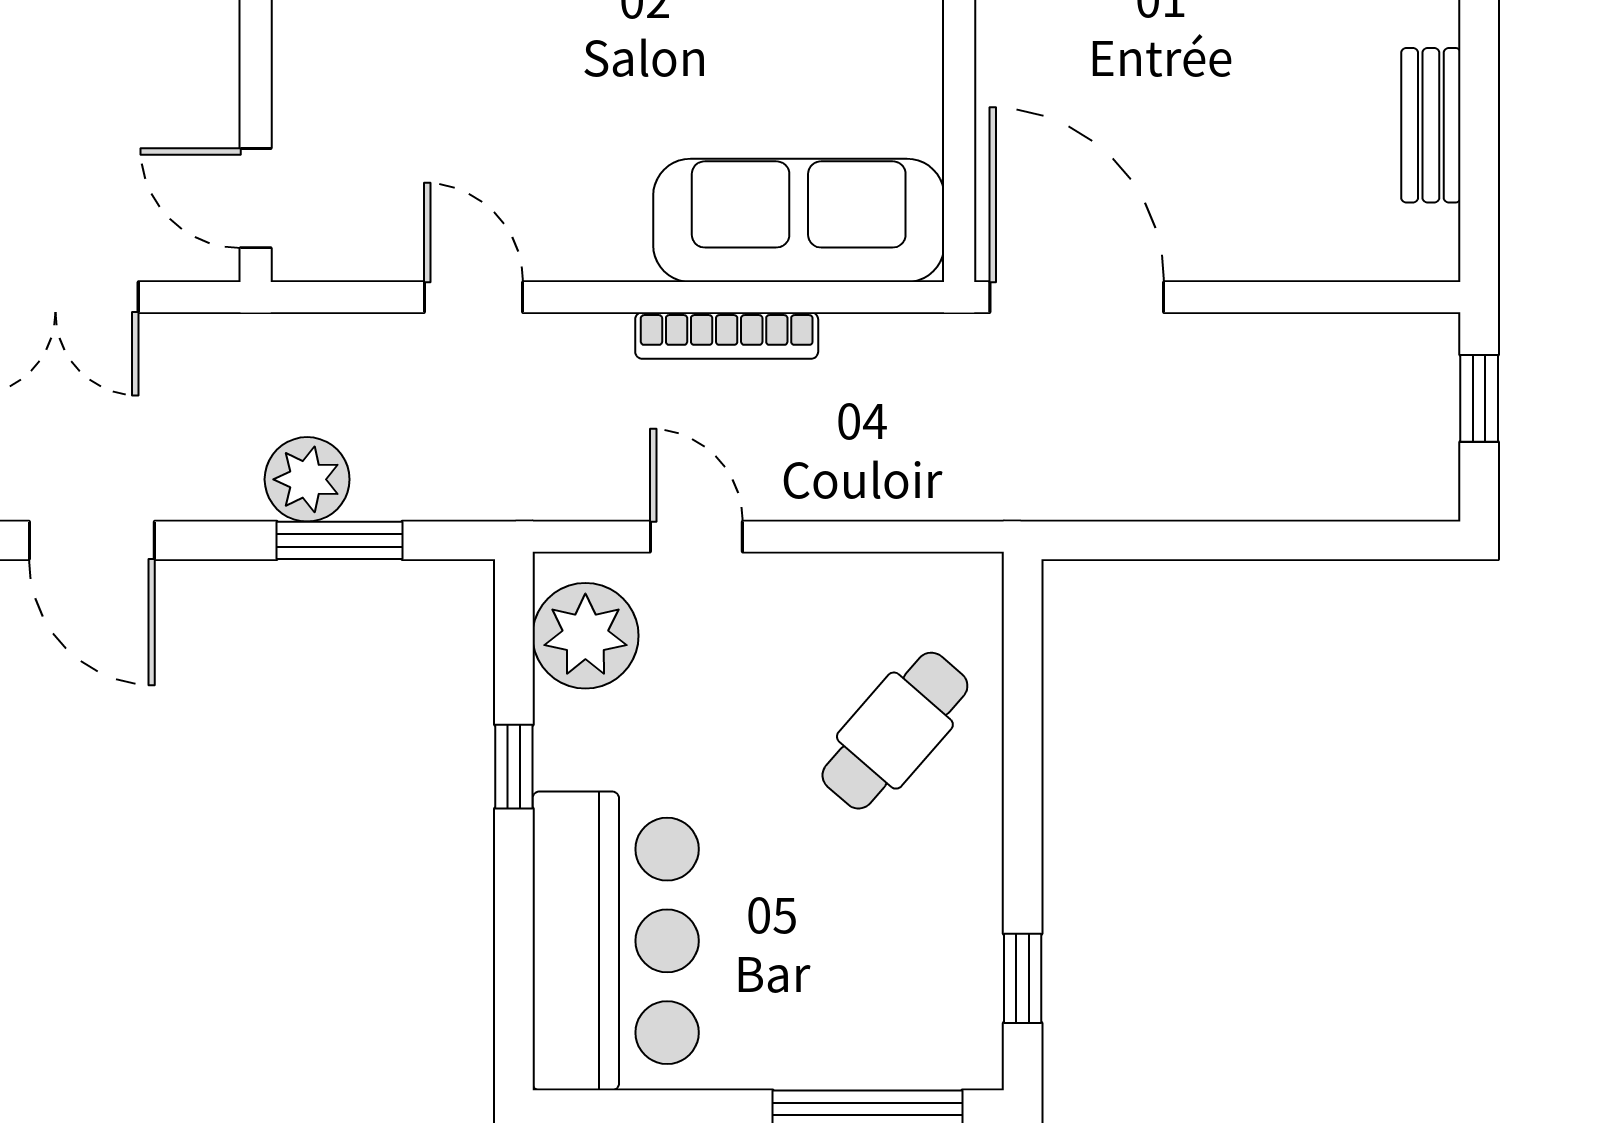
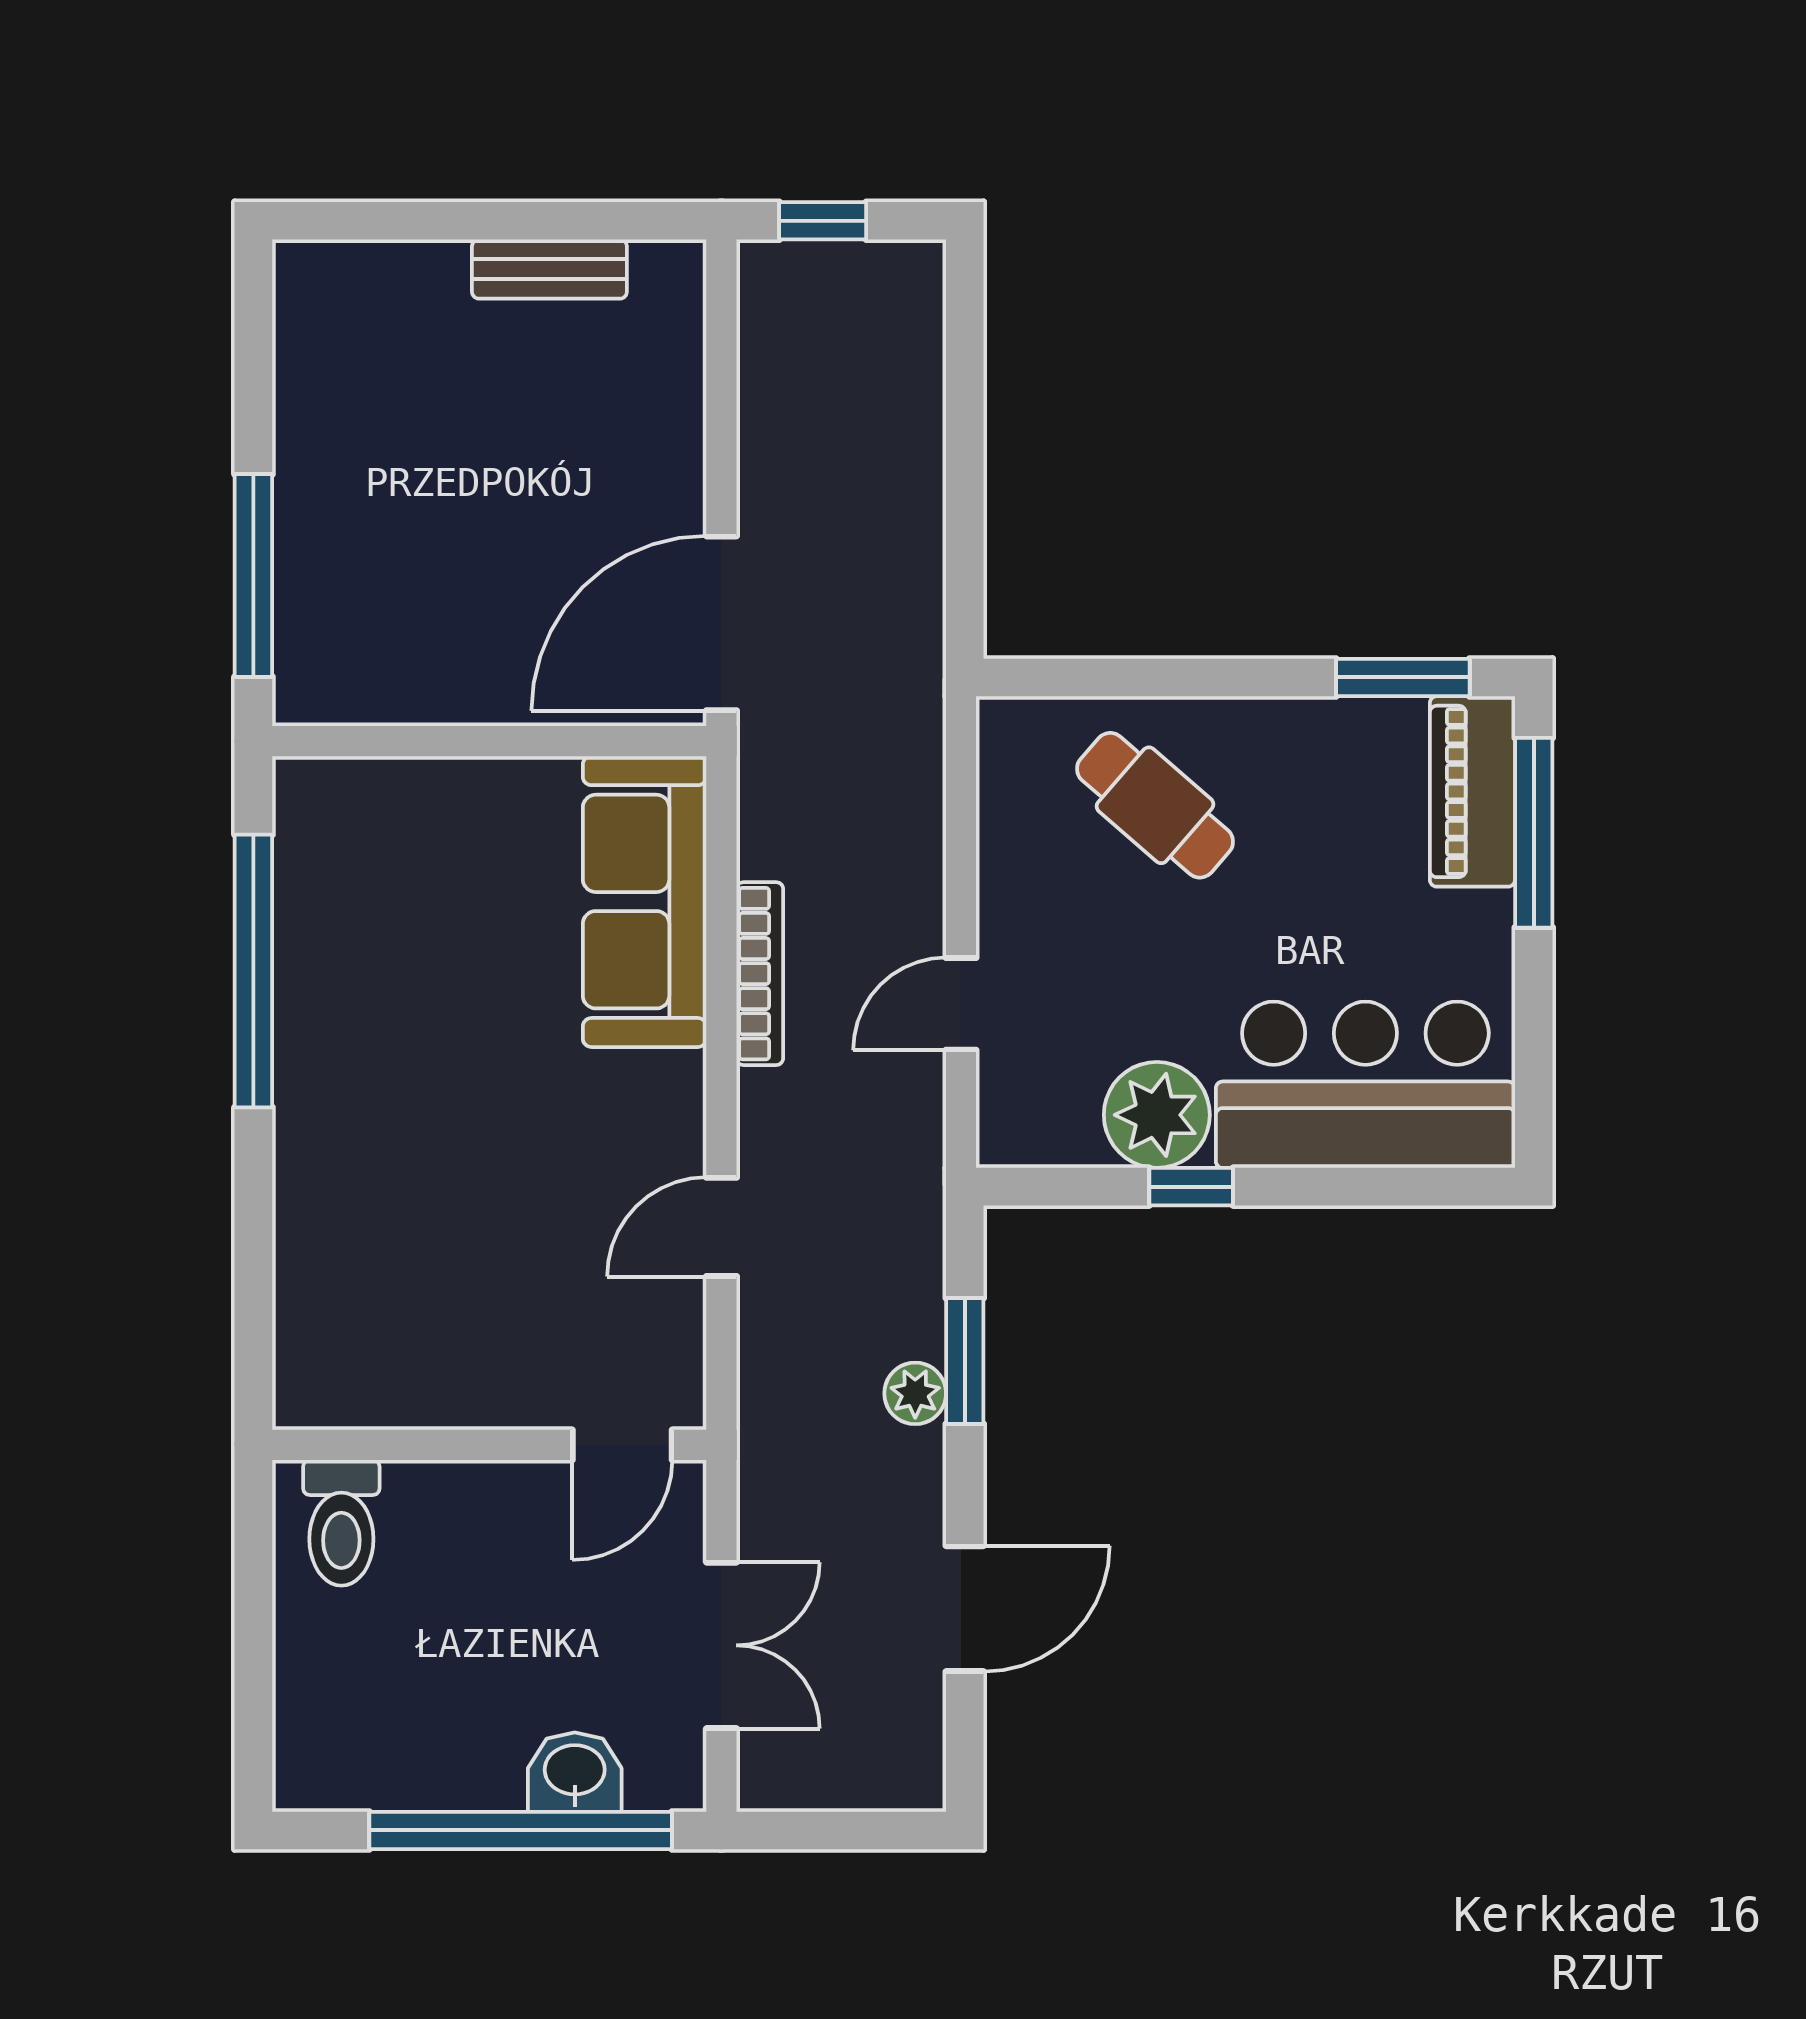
plant: (307, 479) -> (915, 1393), width x0.73, depth x0.73
plant: (585, 636) -> (1157, 1115), moved
window: (1023, 978) -> (1403, 677), width x1.50
piano: (909, 1048) -> (1472, 791), added

